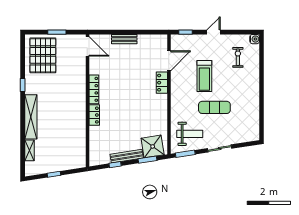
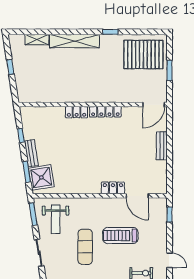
door: (214, 32) -> (170, 260), moved
bench: (127, 156) -> (31, 153), width x0.73

